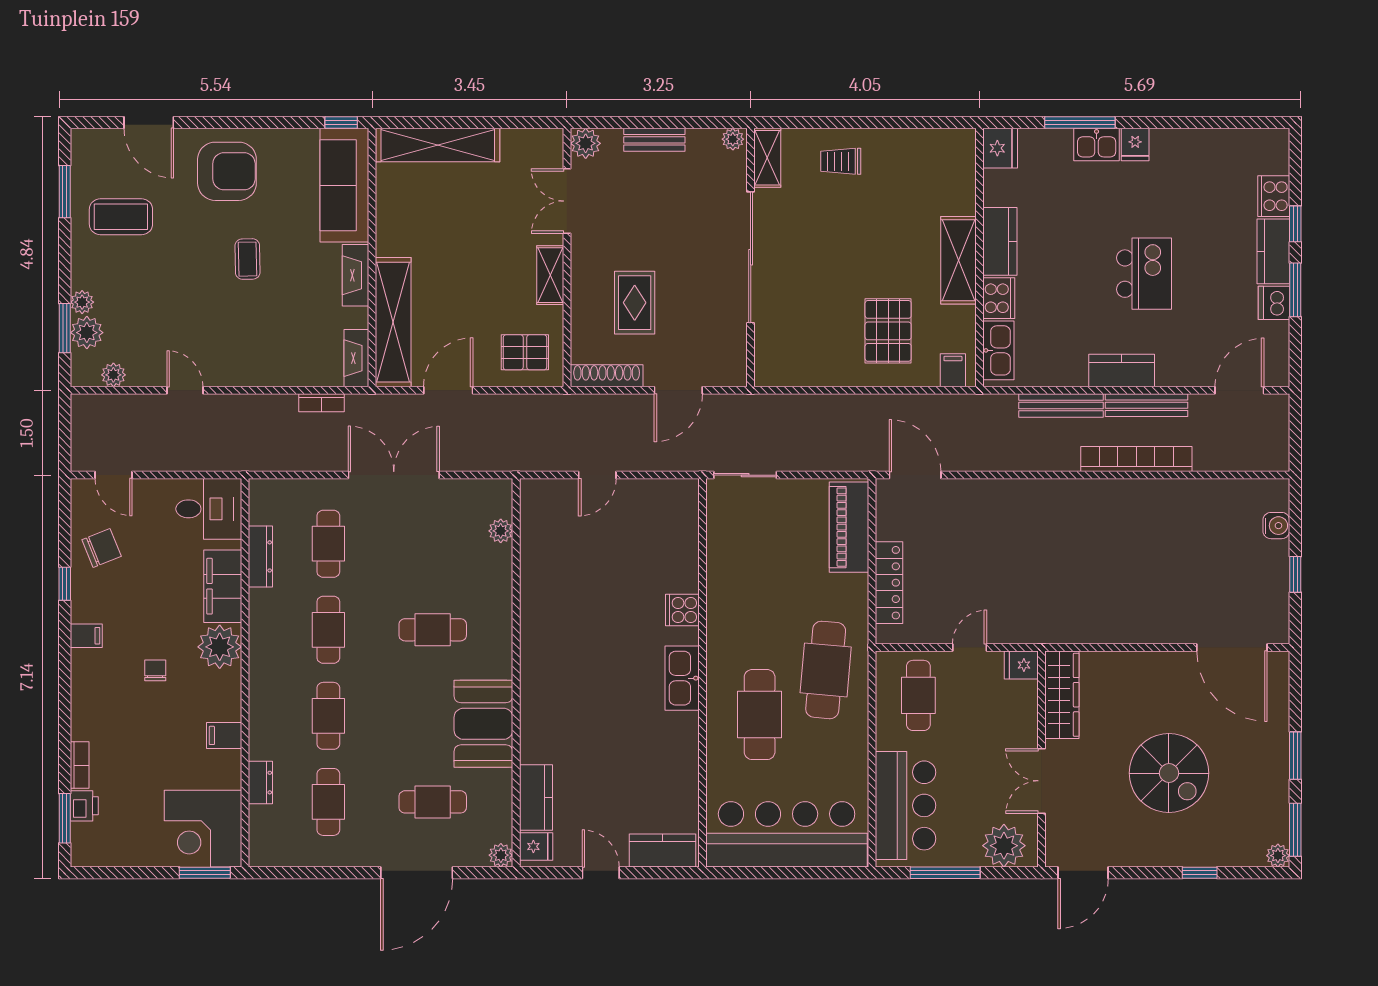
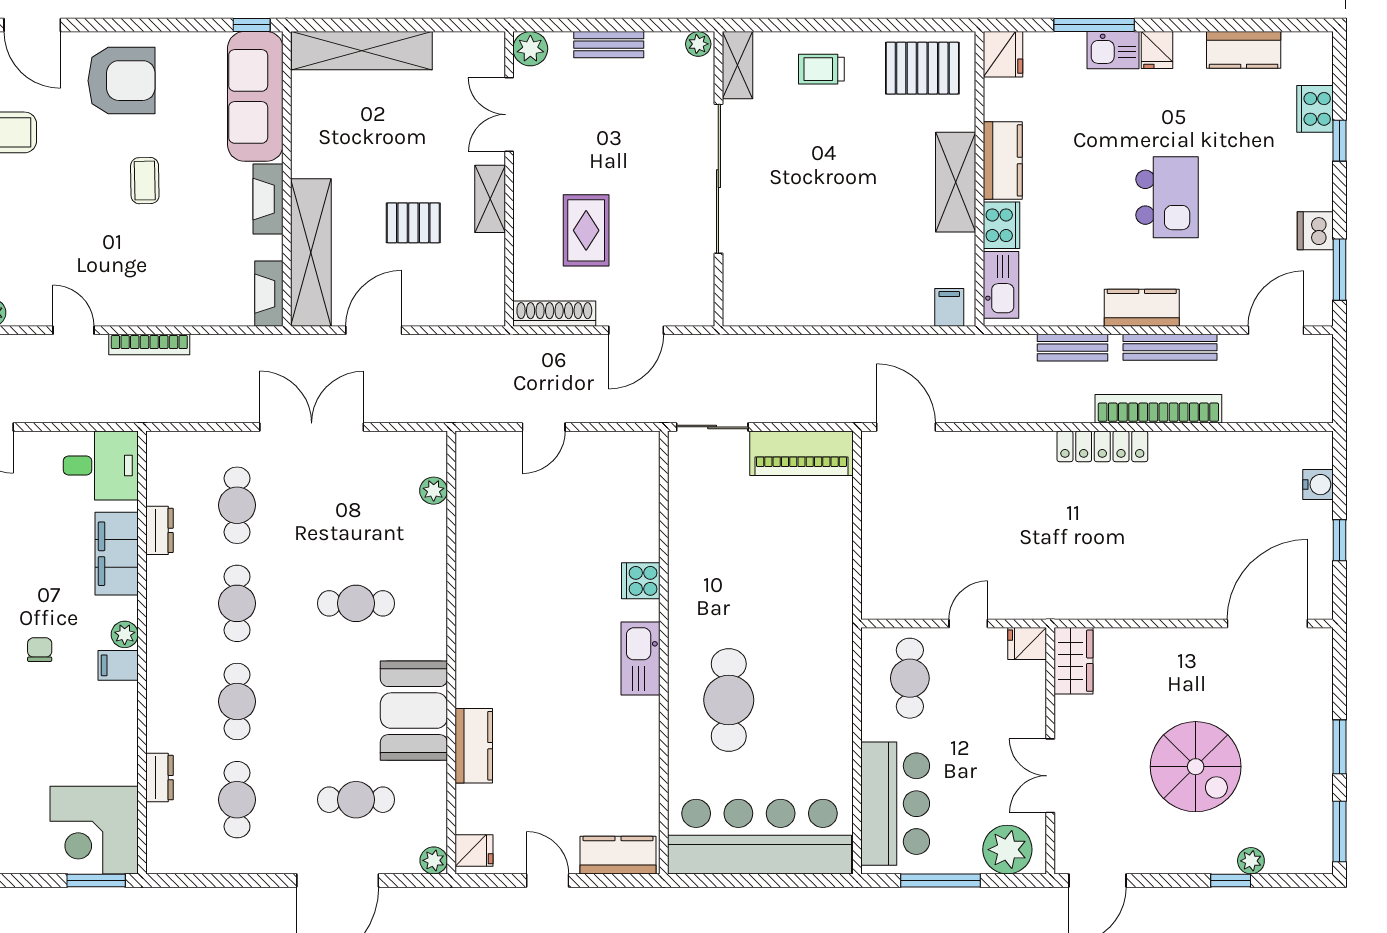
kitchen counter: (1273, 251) -> (1244, 50), moved, turned -90
window: (1295, 290) -> (1340, 270), moved
pallet: (888, 331) -> (922, 68), moved, turned 90
pallet: (525, 352) -> (413, 223), moved
bookcase: (321, 403) -> (149, 345), moved, width x1.56
bench: (1061, 405) -> (1073, 348), width x0.73
piano: (849, 527) -> (802, 453), moved, turned -90
dresser: (260, 556) -> (159, 530), width x0.70
locker: (889, 583) -> (1102, 446), moved, turned 90
plant: (220, 647) -> (125, 634), width x0.53, depth x0.53
door: (1232, 647) -> (1267, 623), swing flipped
cafe table: (826, 670) -> (804, 649), removed
wardrobe: (1062, 695) -> (1074, 661), width x0.67
filing cabinet: (224, 735) -> (118, 665), moved
kitchen counter: (536, 797) -> (474, 746), moved
plant: (1278, 856) -> (1251, 861), moved

